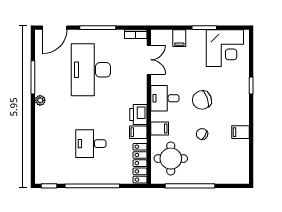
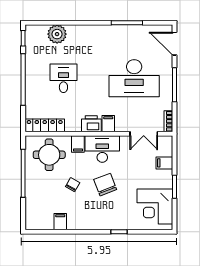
desk: (91, 70) -> (134, 78), turned 180
desk: (165, 98) -> (102, 149), width x1.37
plant: (40, 100) -> (57, 34), moved, width x1.88, depth x1.88
filing cabinet: (138, 132) -> (108, 124), moved
filing cabinet: (241, 132) -> (60, 222), moved

